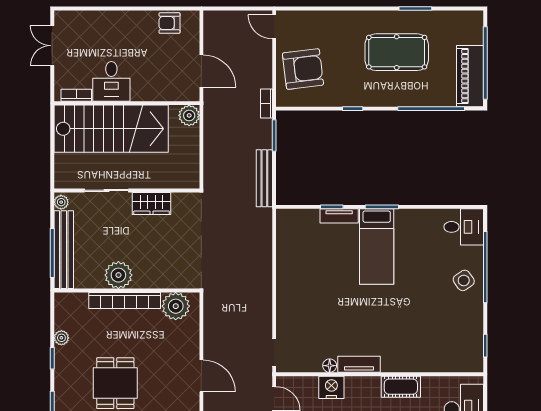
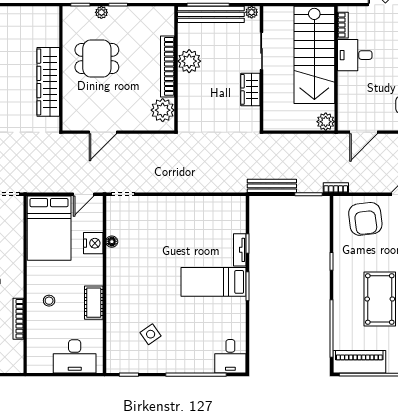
side table: (464, 280) -> (151, 334), moved
plant: (61, 338) -> (101, 12), moved
tv unit: (359, 364) -> (113, 267), removed

